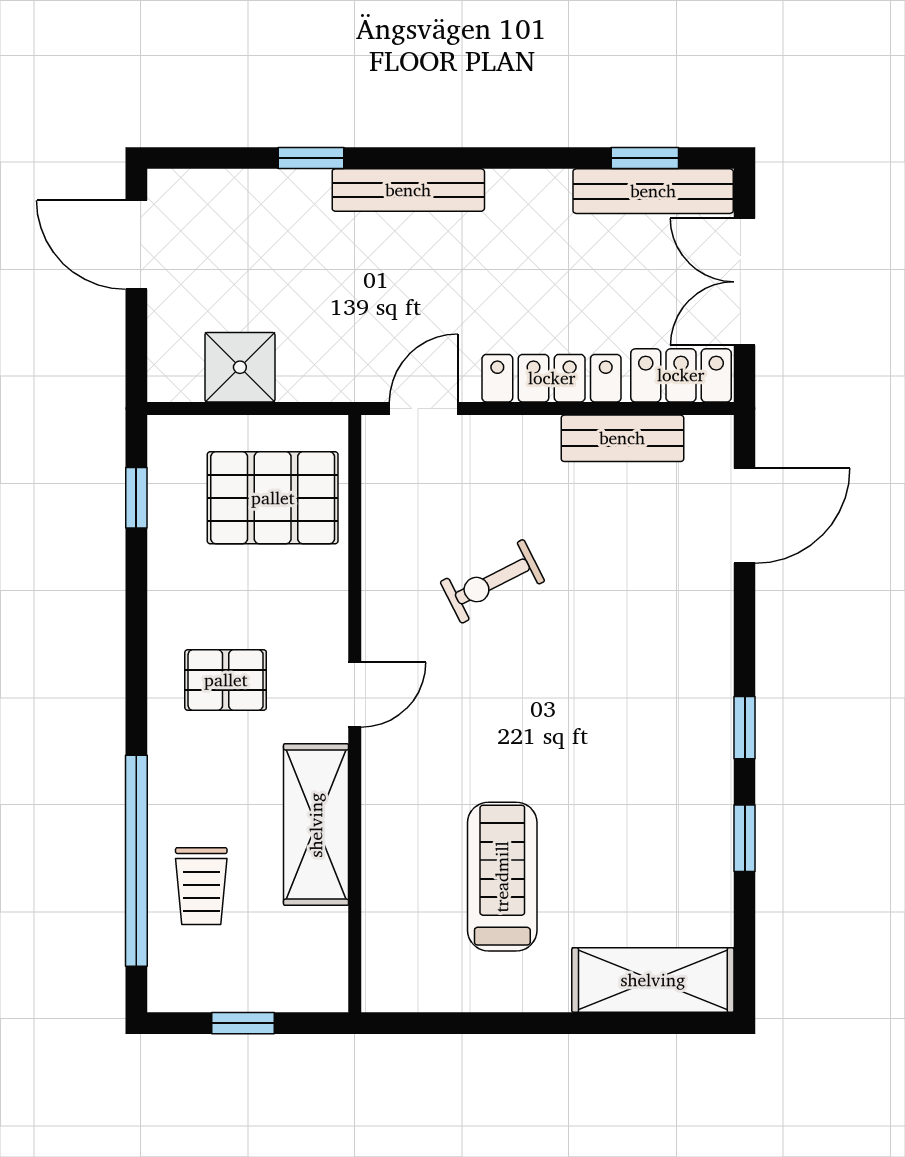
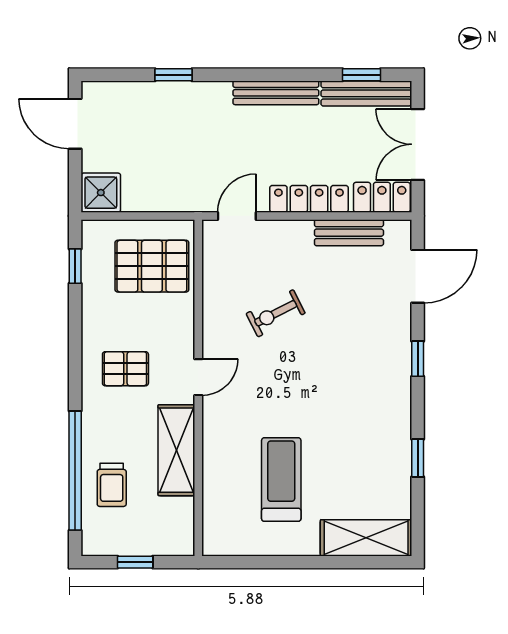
bench: (408, 190) -> (276, 93), moved
shower: (240, 367) -> (101, 193), moved
window: (745, 728) -> (418, 359), moved

